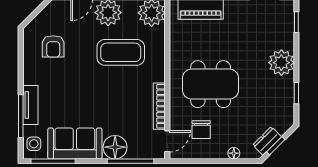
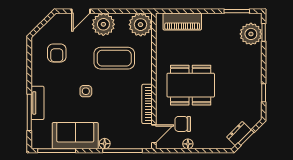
plant: (281, 63) -> (251, 34), moved
chair: (201, 130) -> (183, 124), turned 90
side table: (34, 144) -> (86, 91), moved
floor lamp: (115, 147) -> (105, 144), width x0.53, depth x0.53
floor lamp: (234, 153) -> (188, 144), moved

